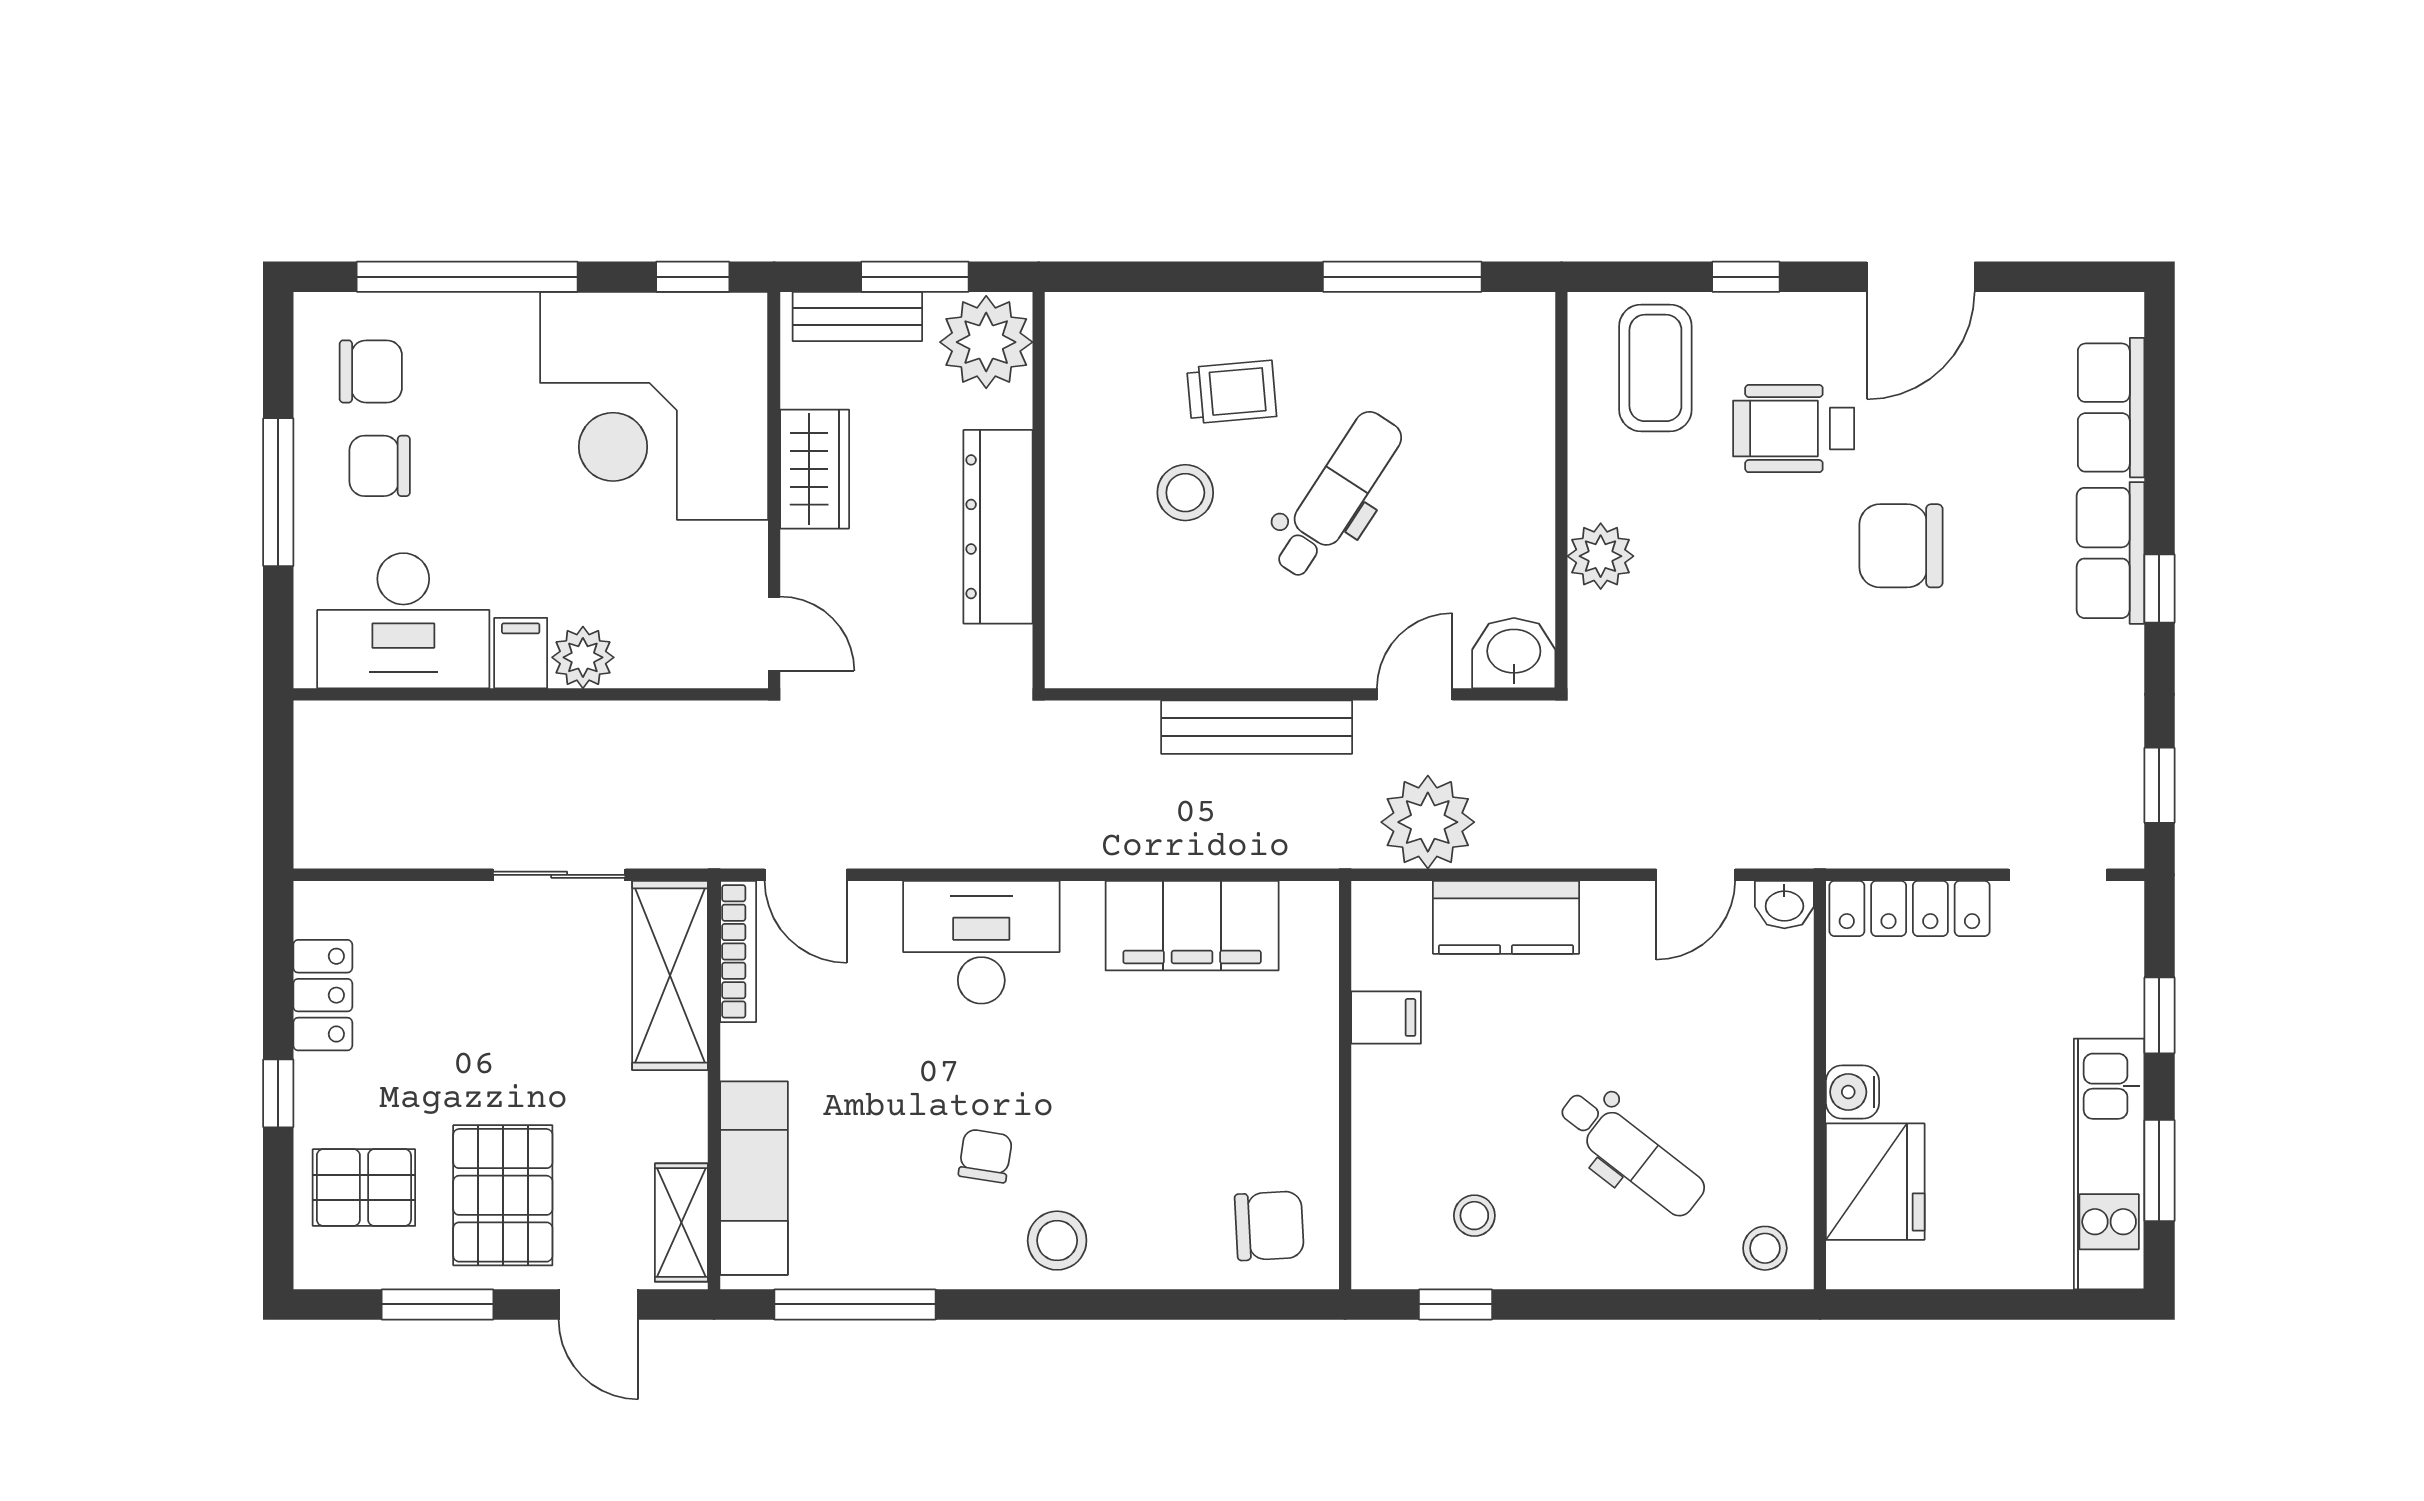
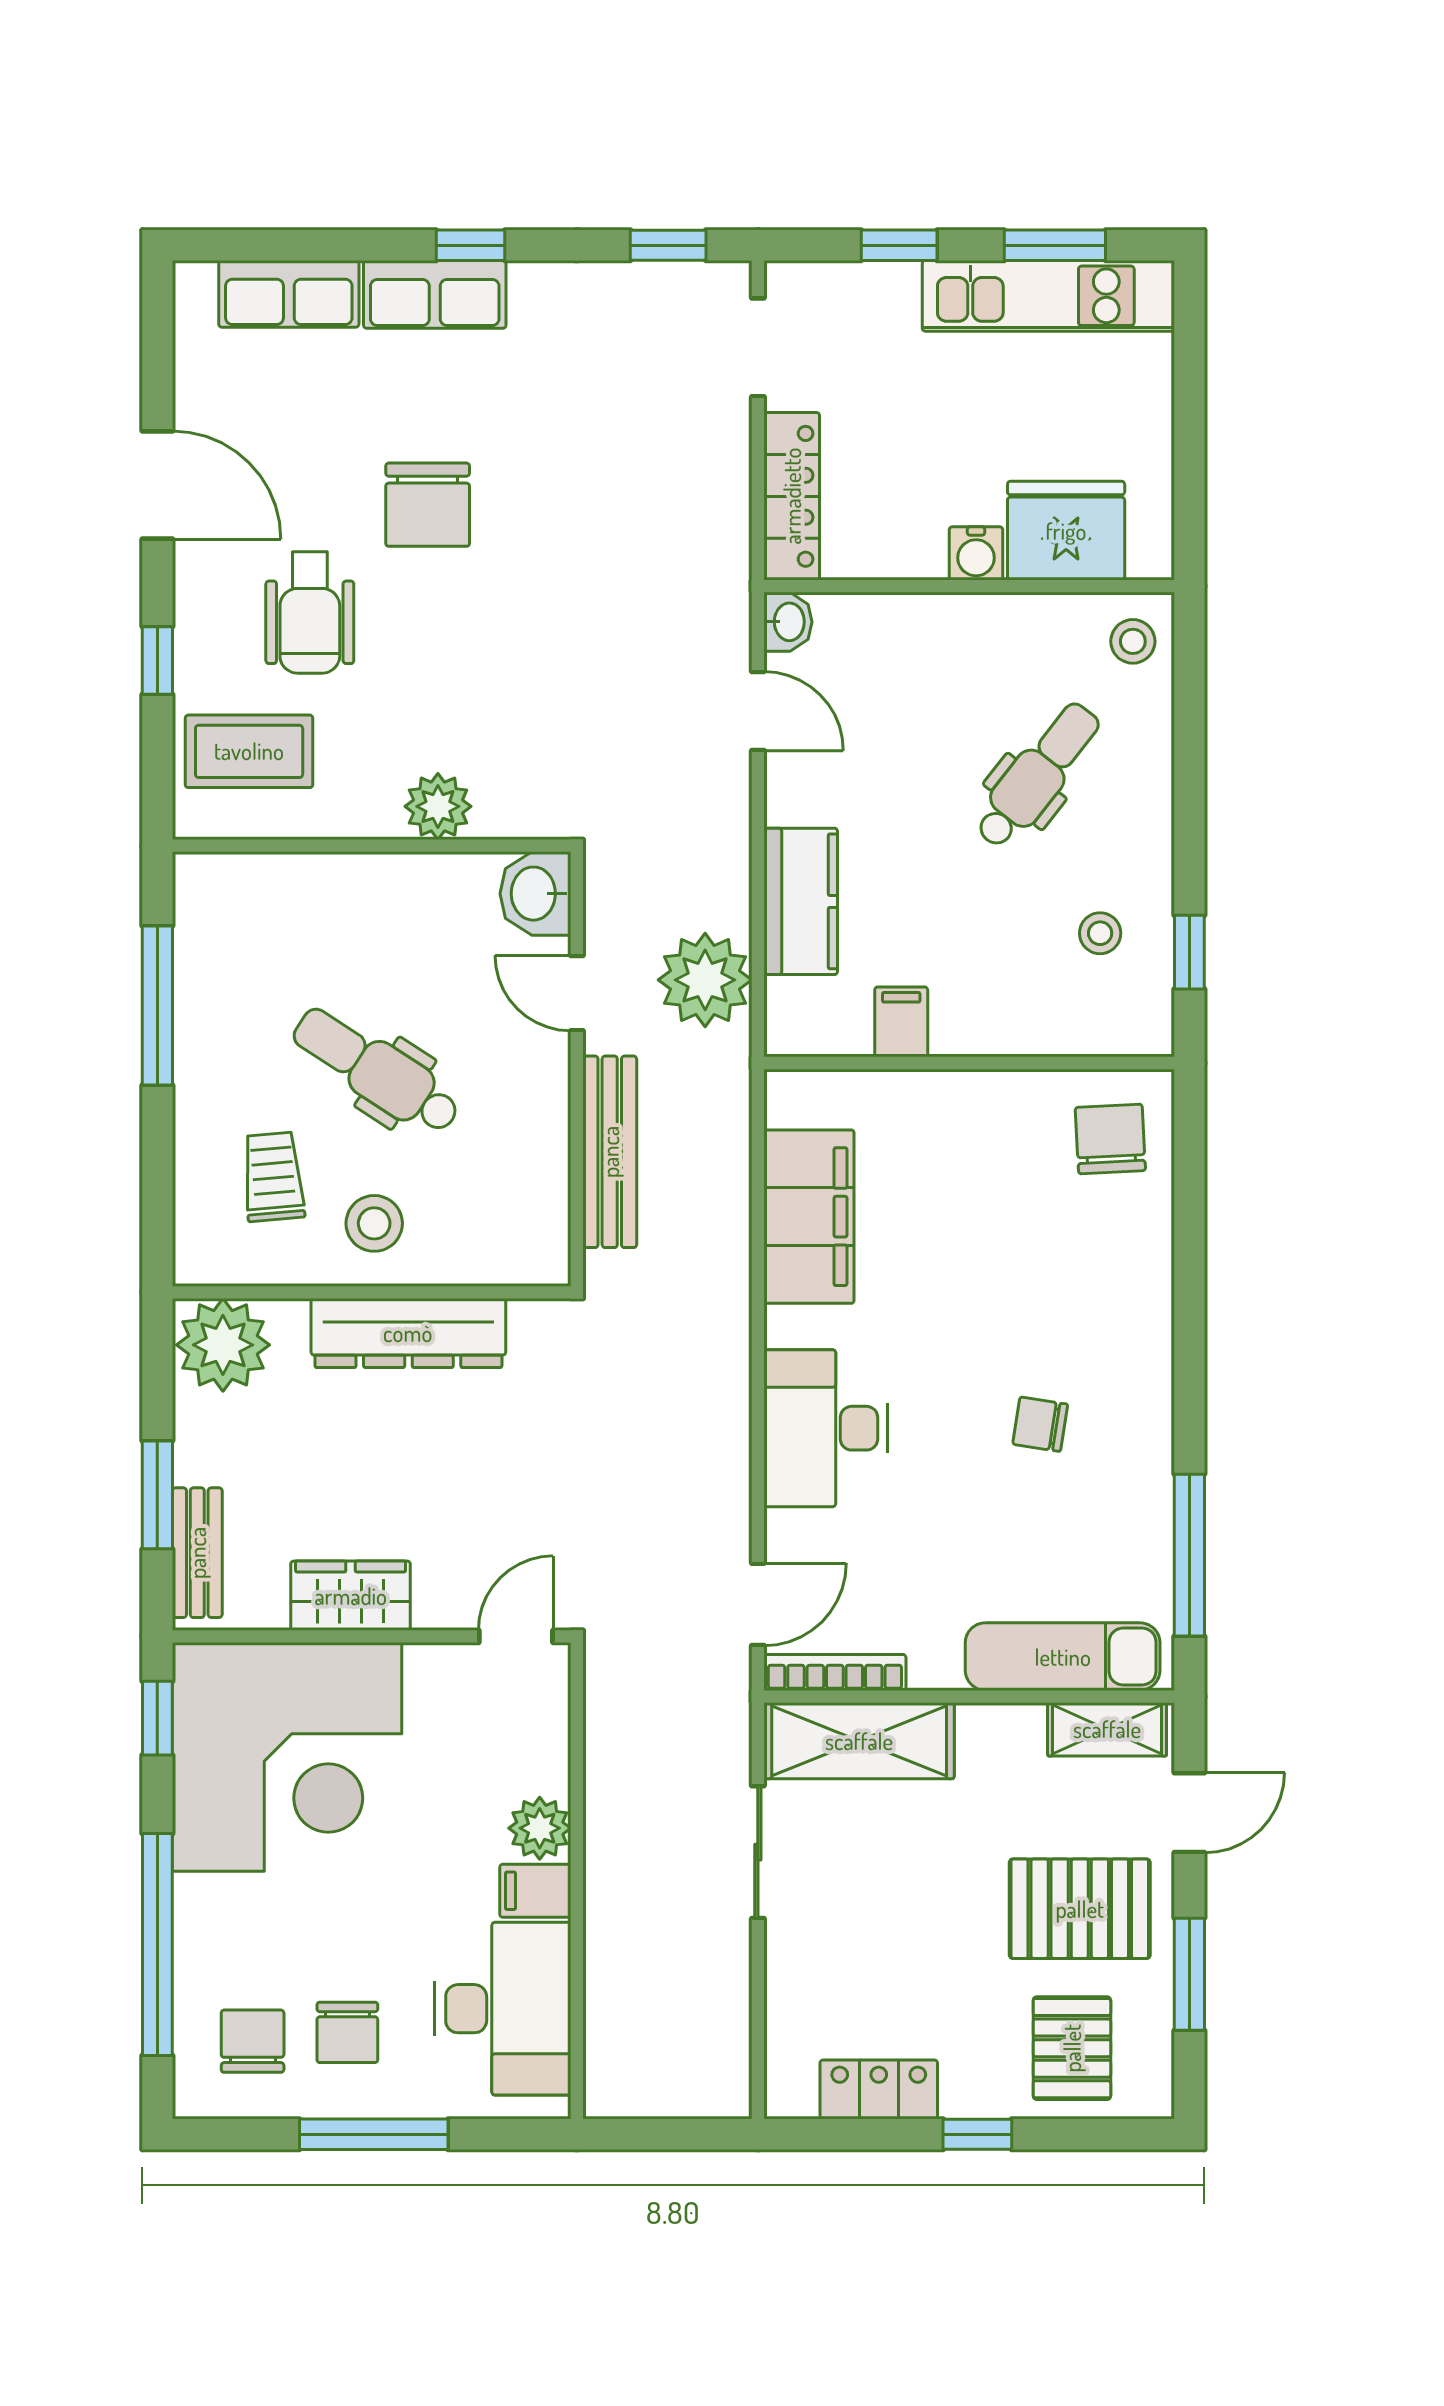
plant: (986, 342) -> (223, 1345), moved
wall: (1039, 490) -> (372, 1292), moved
dresser: (998, 527) -> (408, 1333), moved
stool: (1057, 1241) -> (1125, 1352), removed

